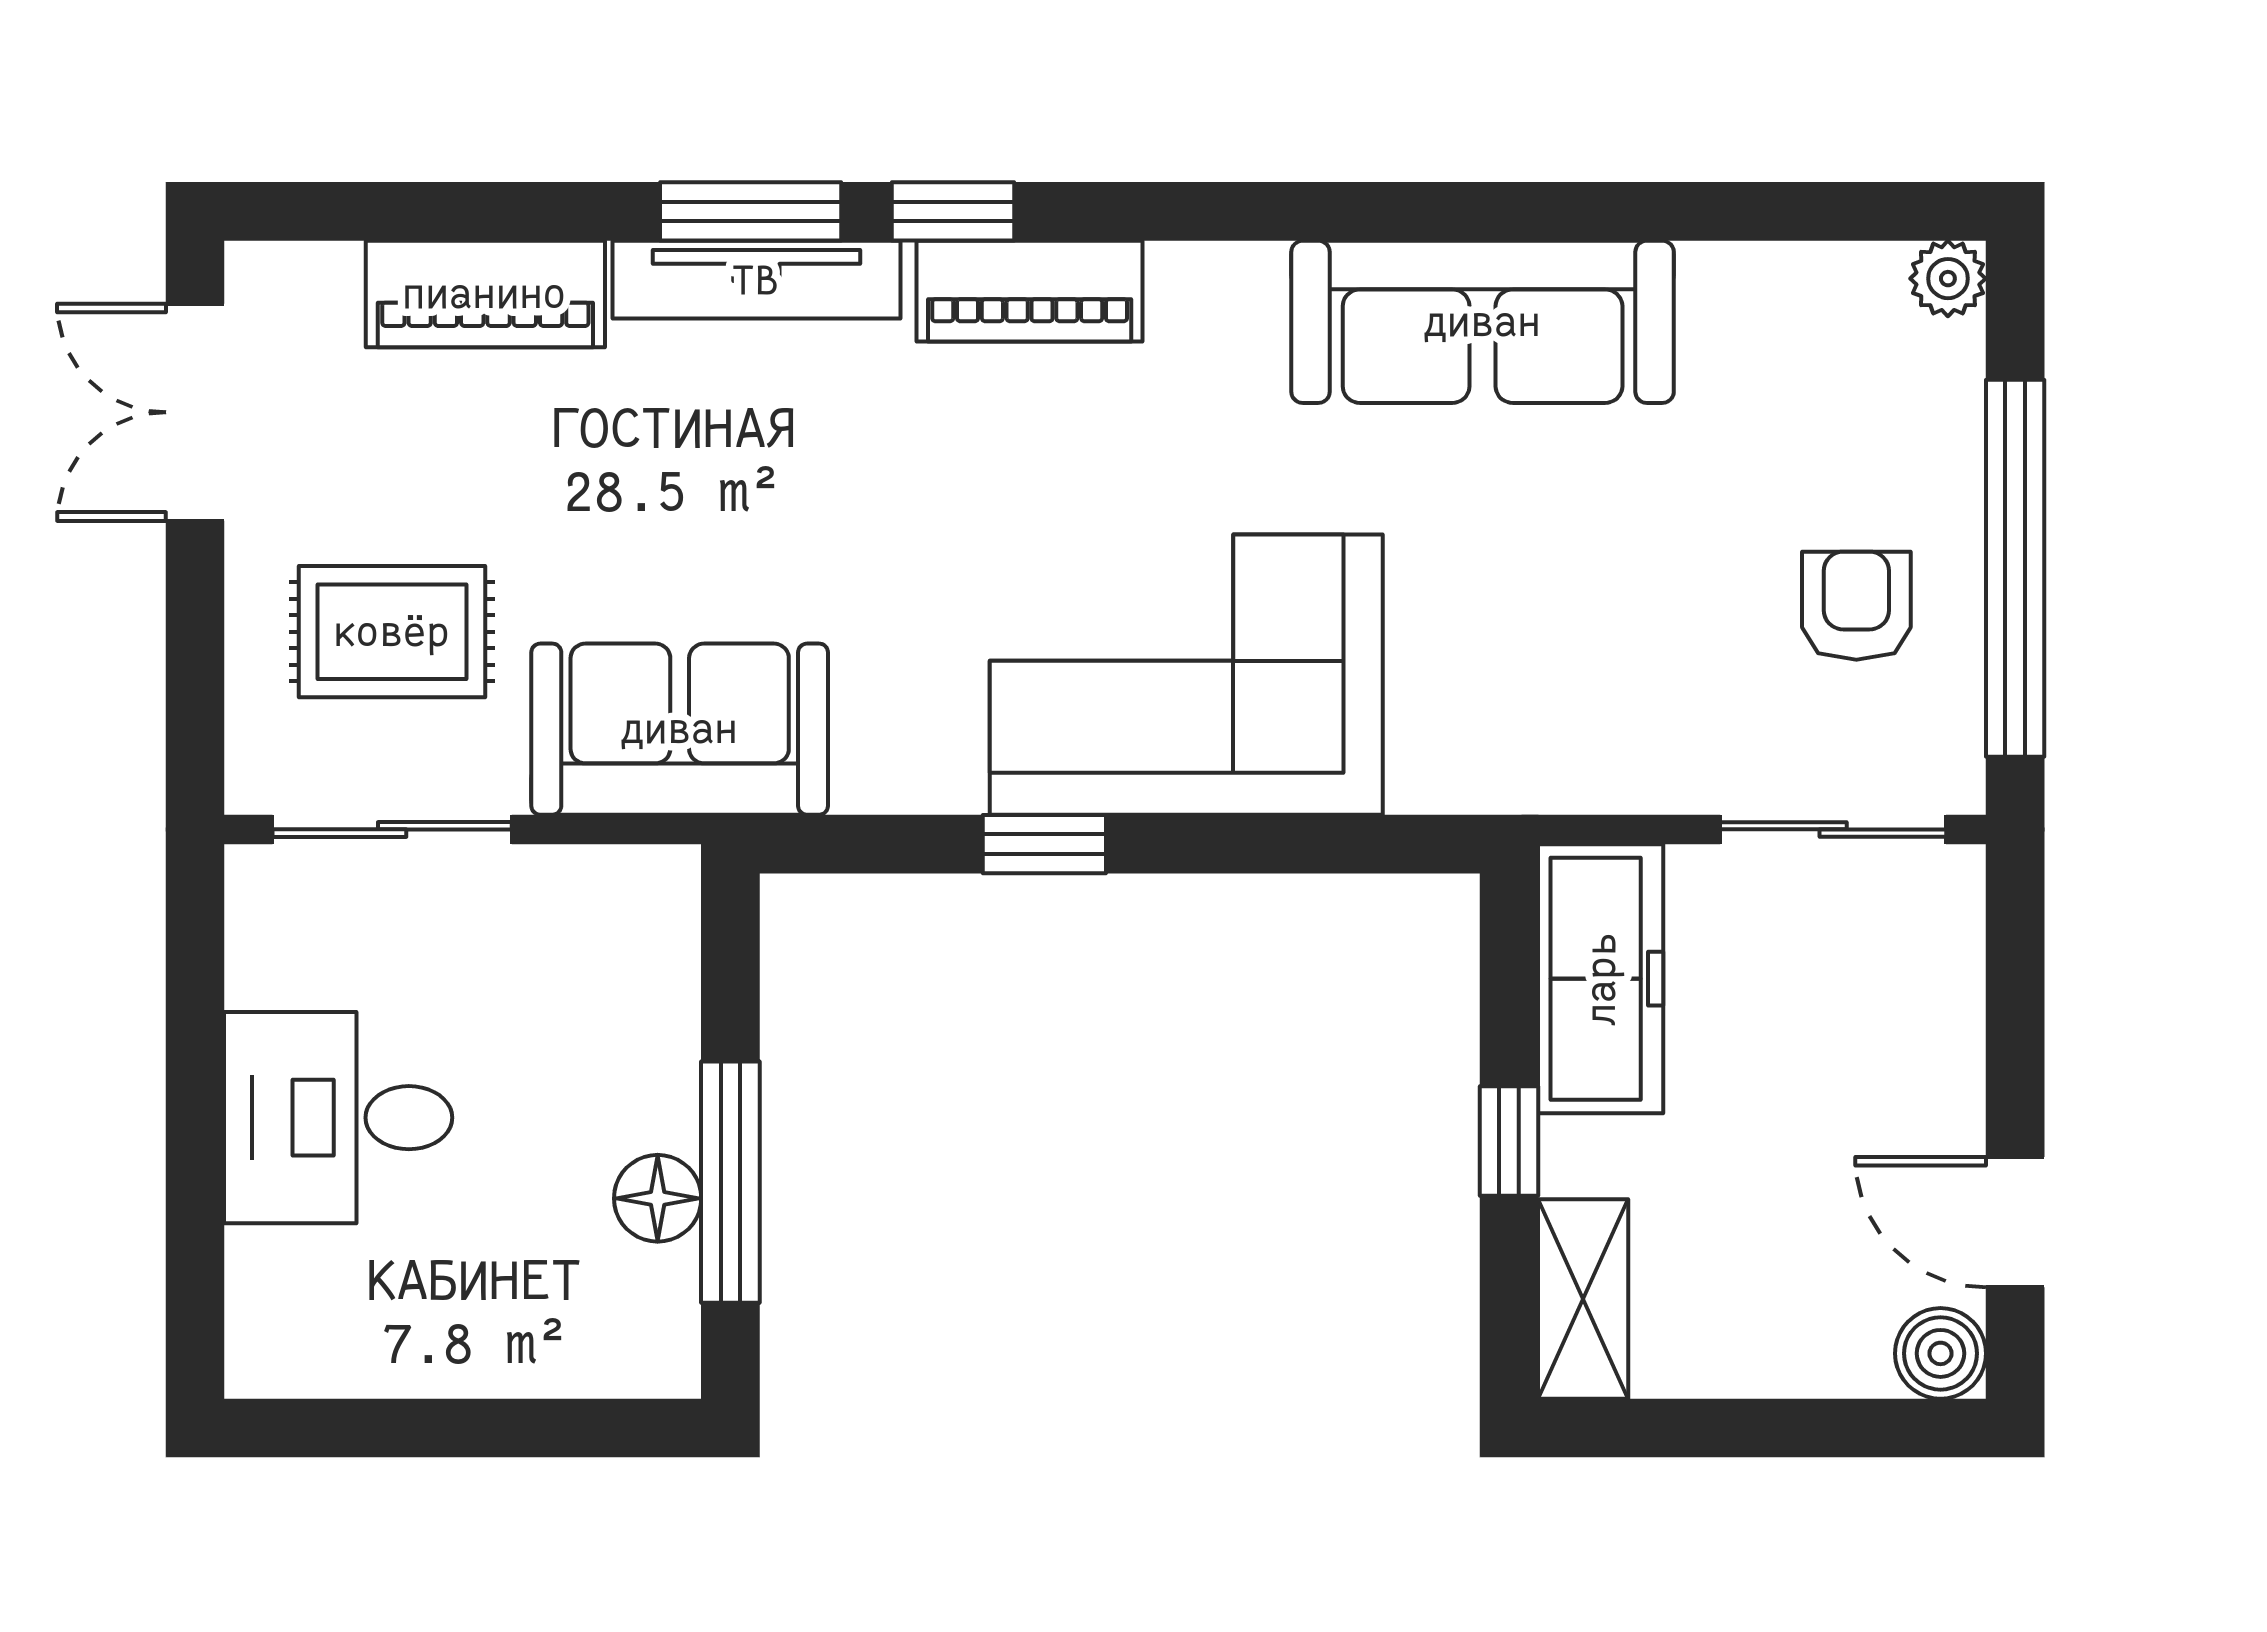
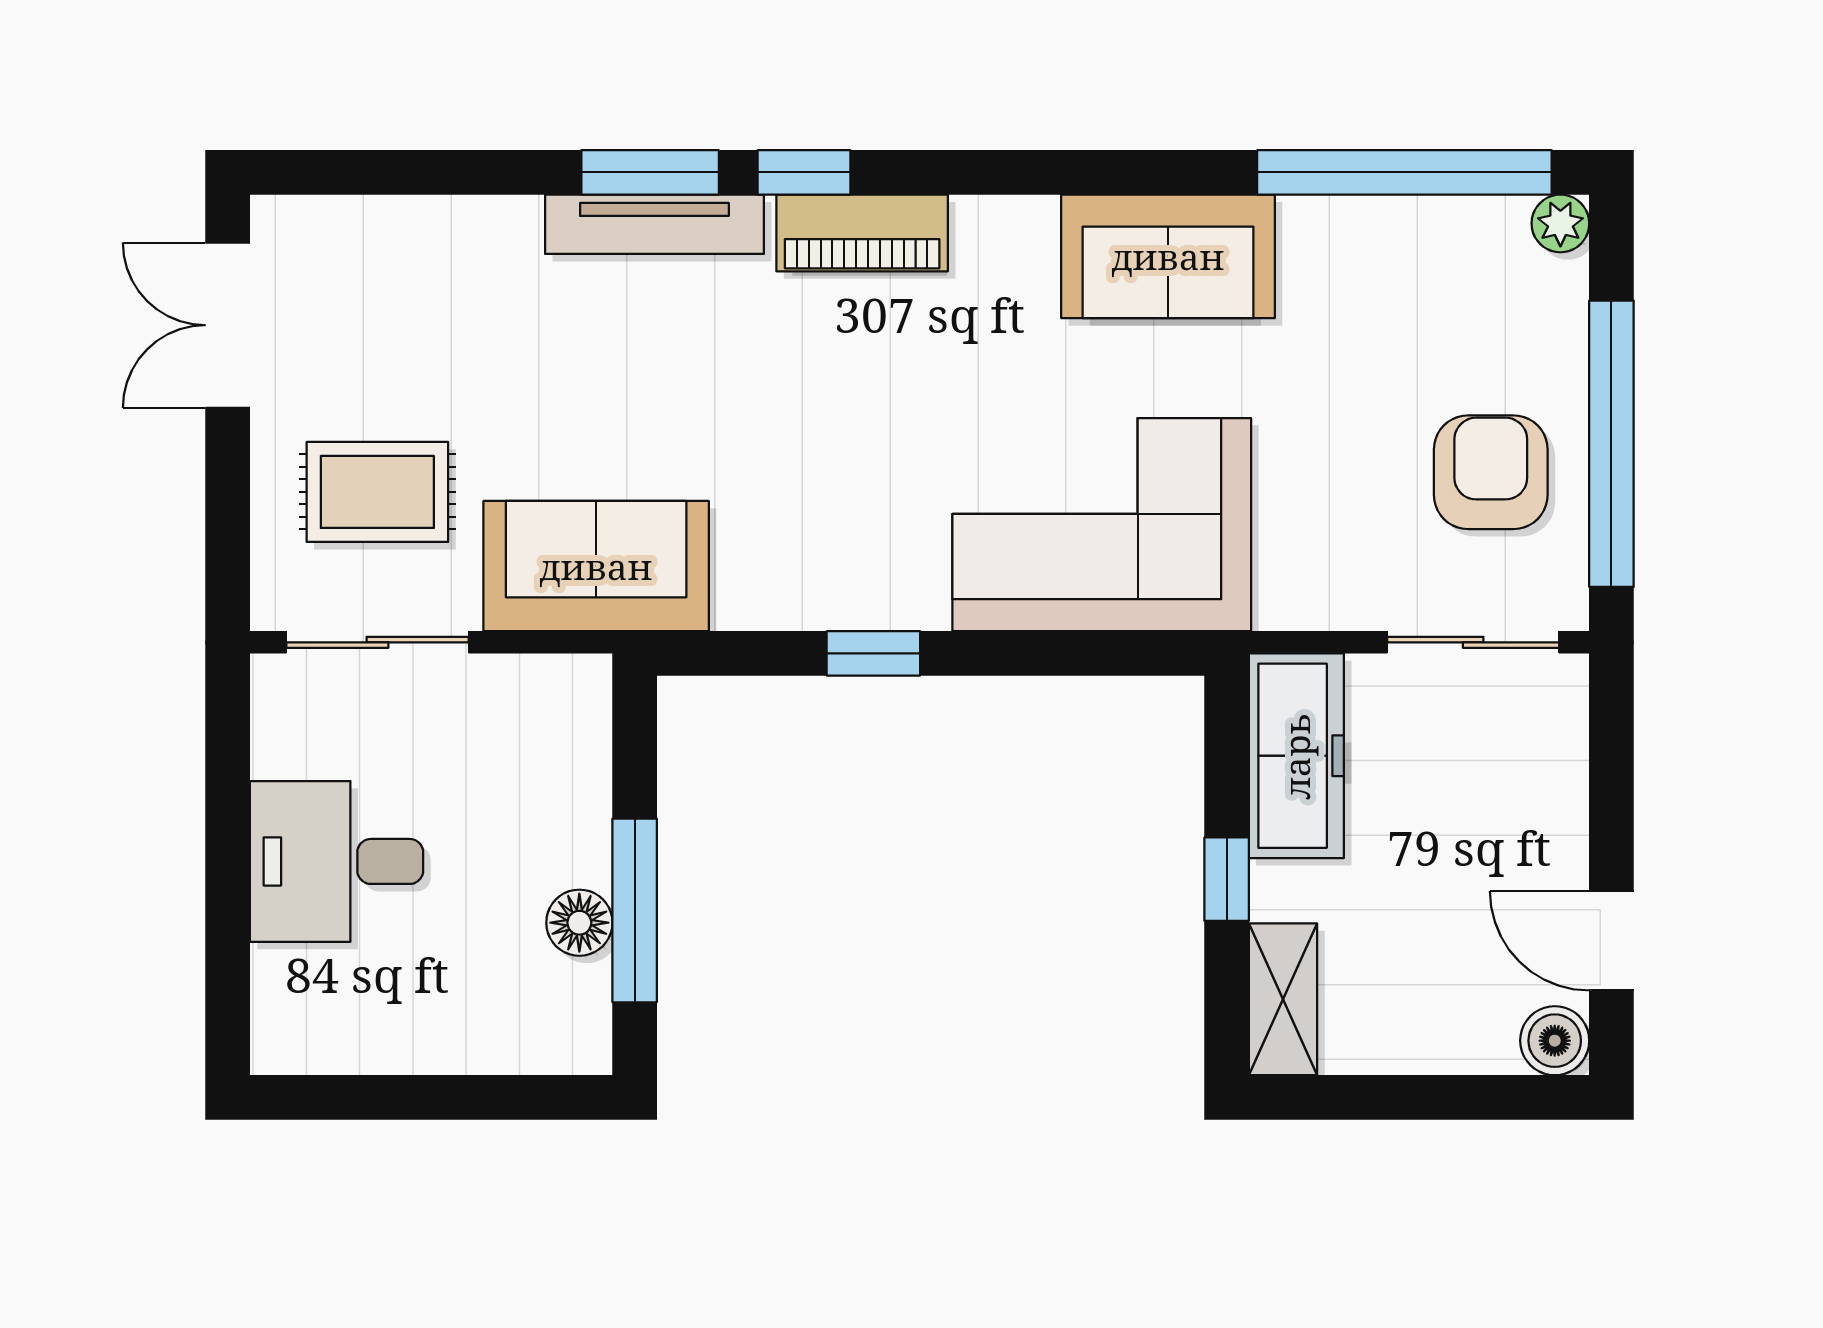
window: (1743, 211) -> (1404, 172), added
piano: (485, 294) -> (448, 235), removed
sofa: (1483, 322) -> (1168, 256), width x0.73
armchair: (1856, 606) -> (1491, 472), width x1.38, depth x1.38
corner sofa: (1186, 675) -> (1102, 525), moved

